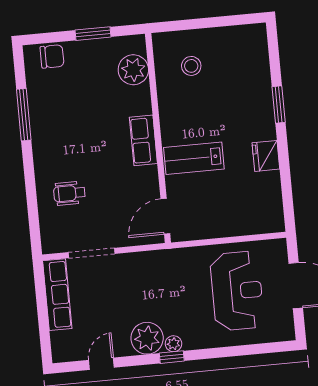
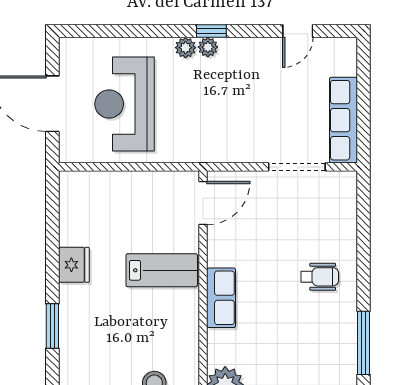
wheelchair: (69, 193) -> (320, 277), moved
plant: (147, 338) -> (186, 48), moved, width x0.53, depth x0.53

